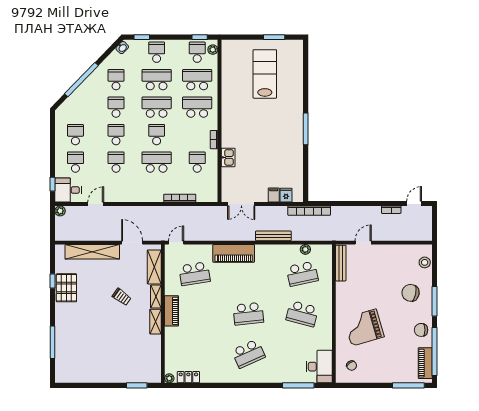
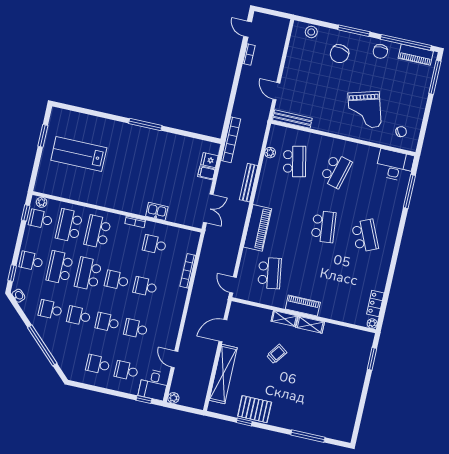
school desk: (157, 162) -> (145, 287), width x0.54
shelving: (154, 267) -> (253, 313), removed

